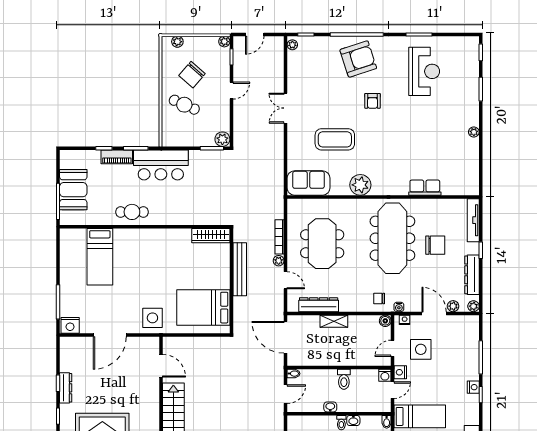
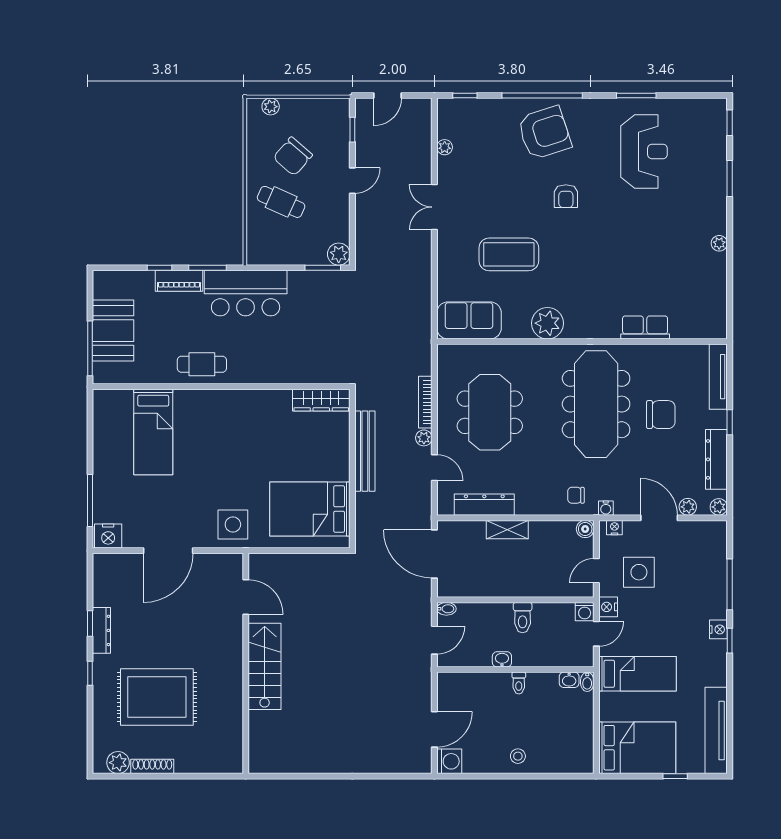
plant: (224, 42) -> (342, 106), removed
plant: (292, 45) -> (445, 147), moved
washbasin: (353, 420) -> (569, 680), moved

